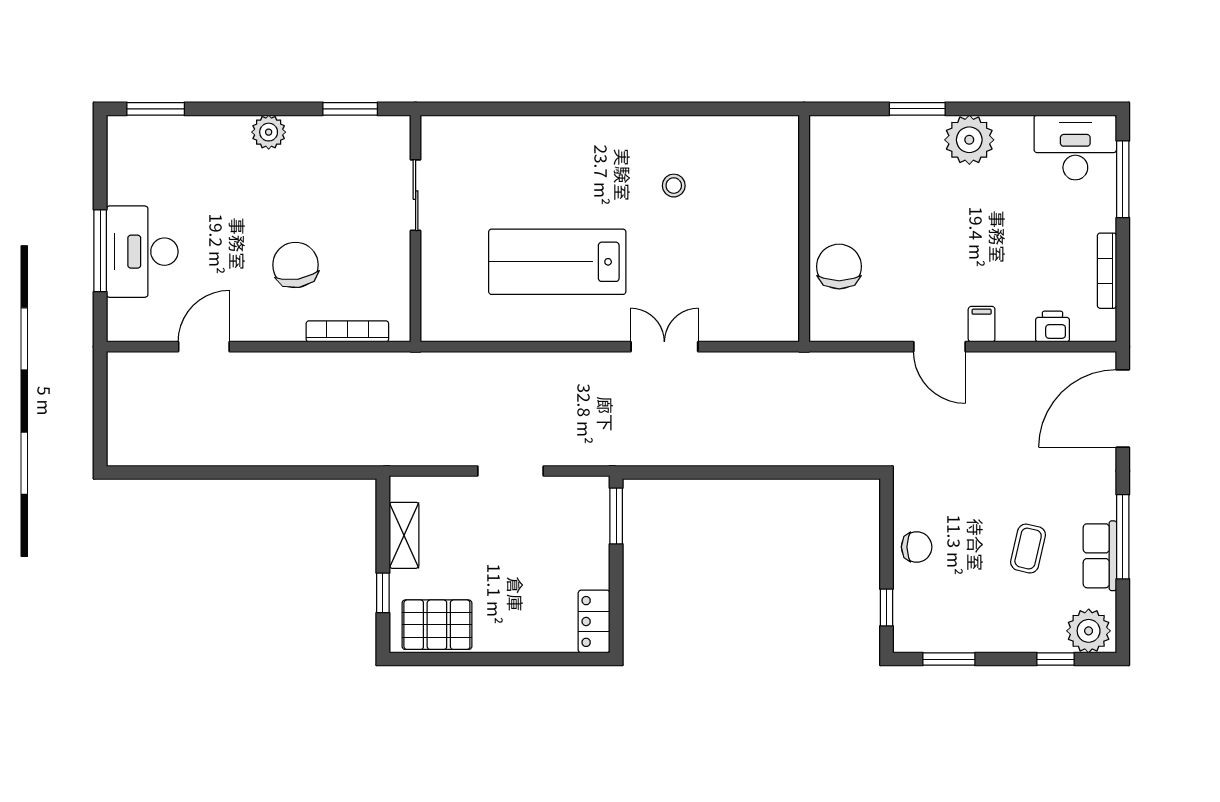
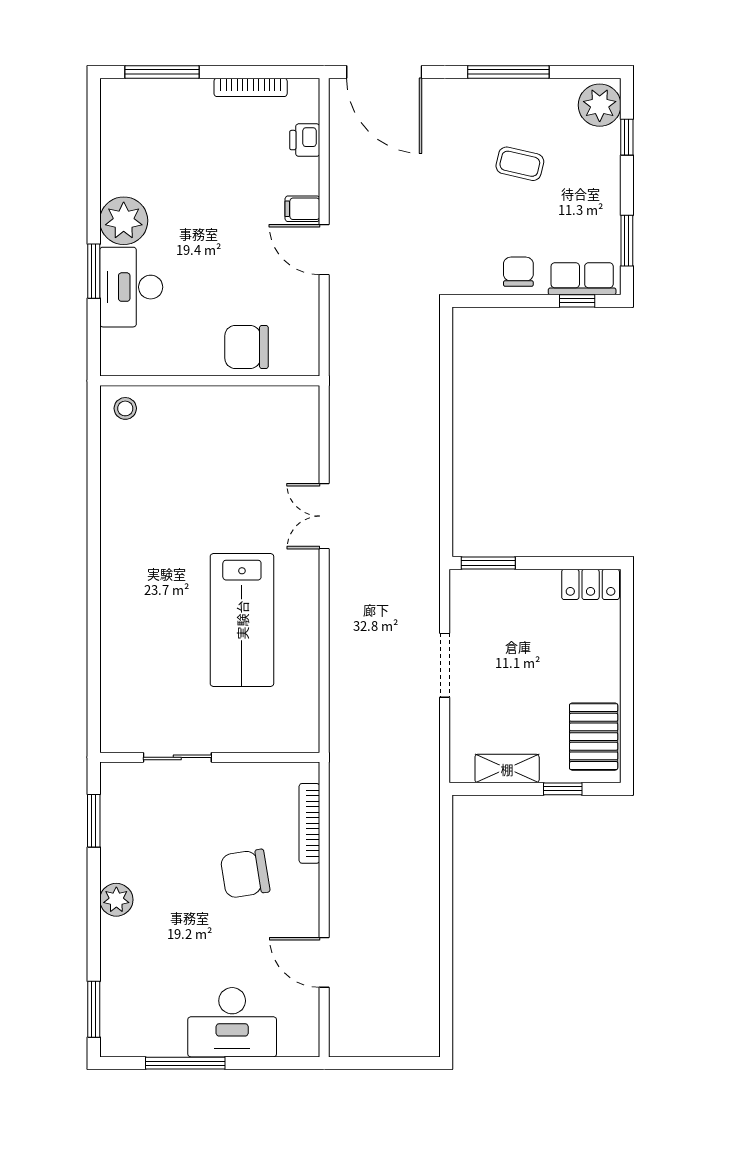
desk: (1075, 147) -> (131, 287), moved
stool: (674, 186) -> (125, 408), moved
window: (100, 251) -> (185, 1063), moved
door: (939, 347) -> (324, 250), swing flipped
row of seats: (1100, 556) -> (582, 279), moved, turned 180

